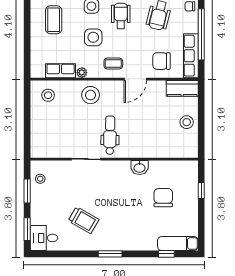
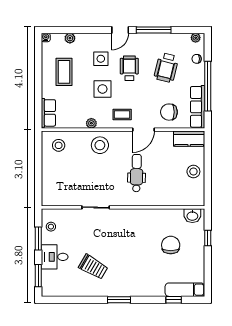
row of seats: (61, 71) -> (48, 113), moved, turned 90
dental chair: (110, 135) -> (137, 173), moved
washbasin: (140, 168) -> (192, 216), moved
desk: (44, 238) -> (55, 257), moved

